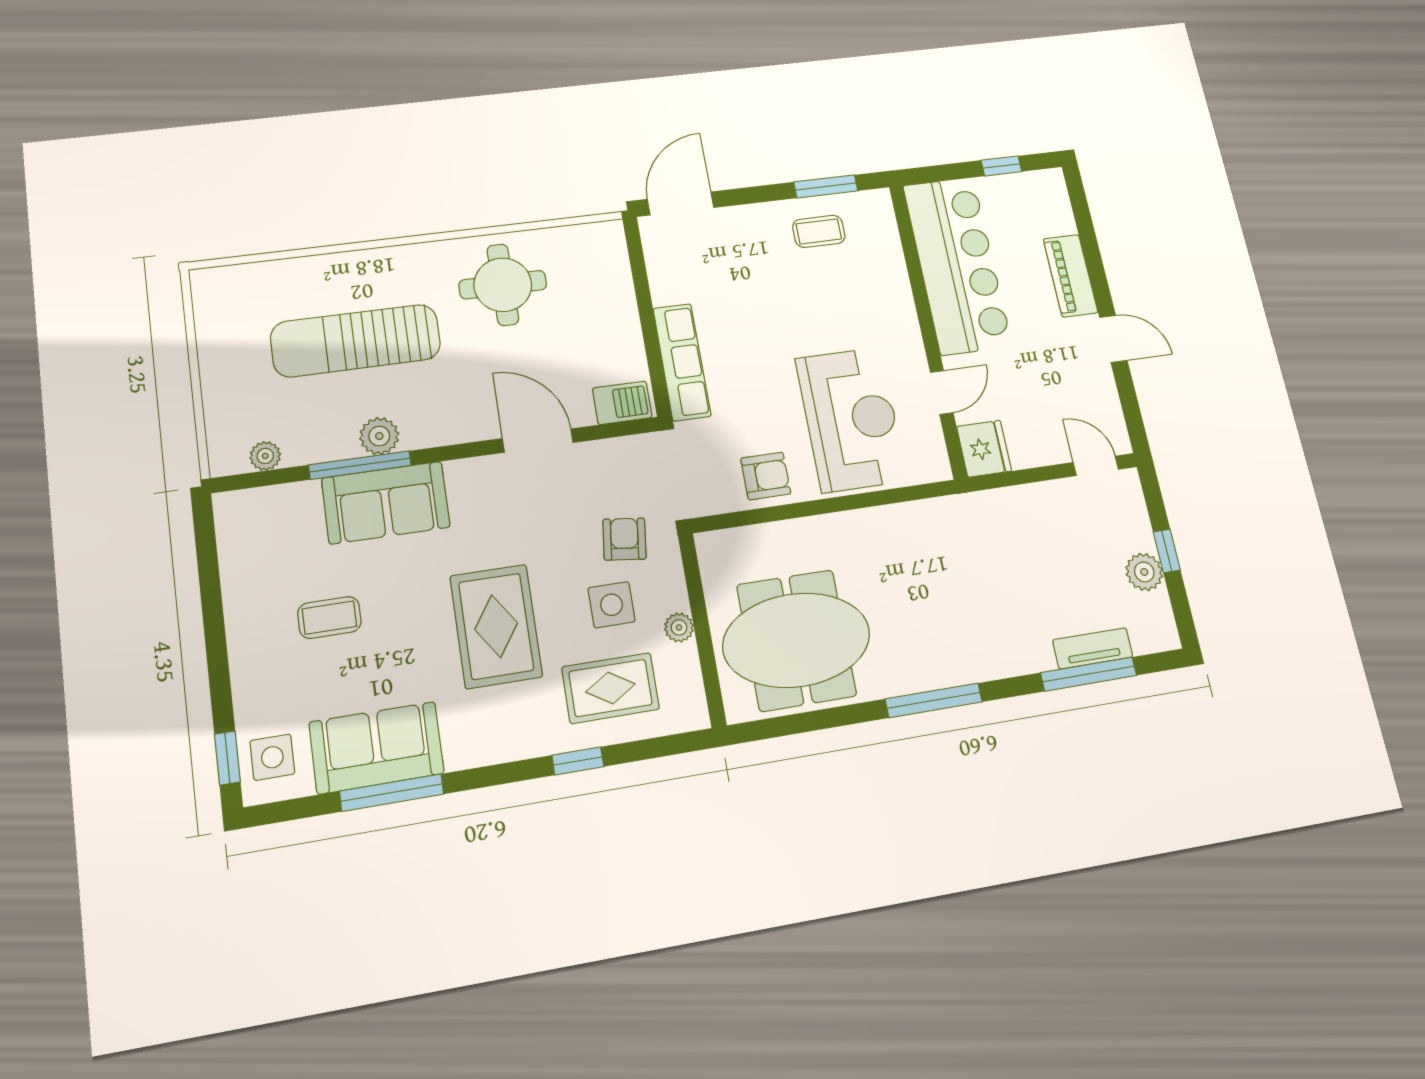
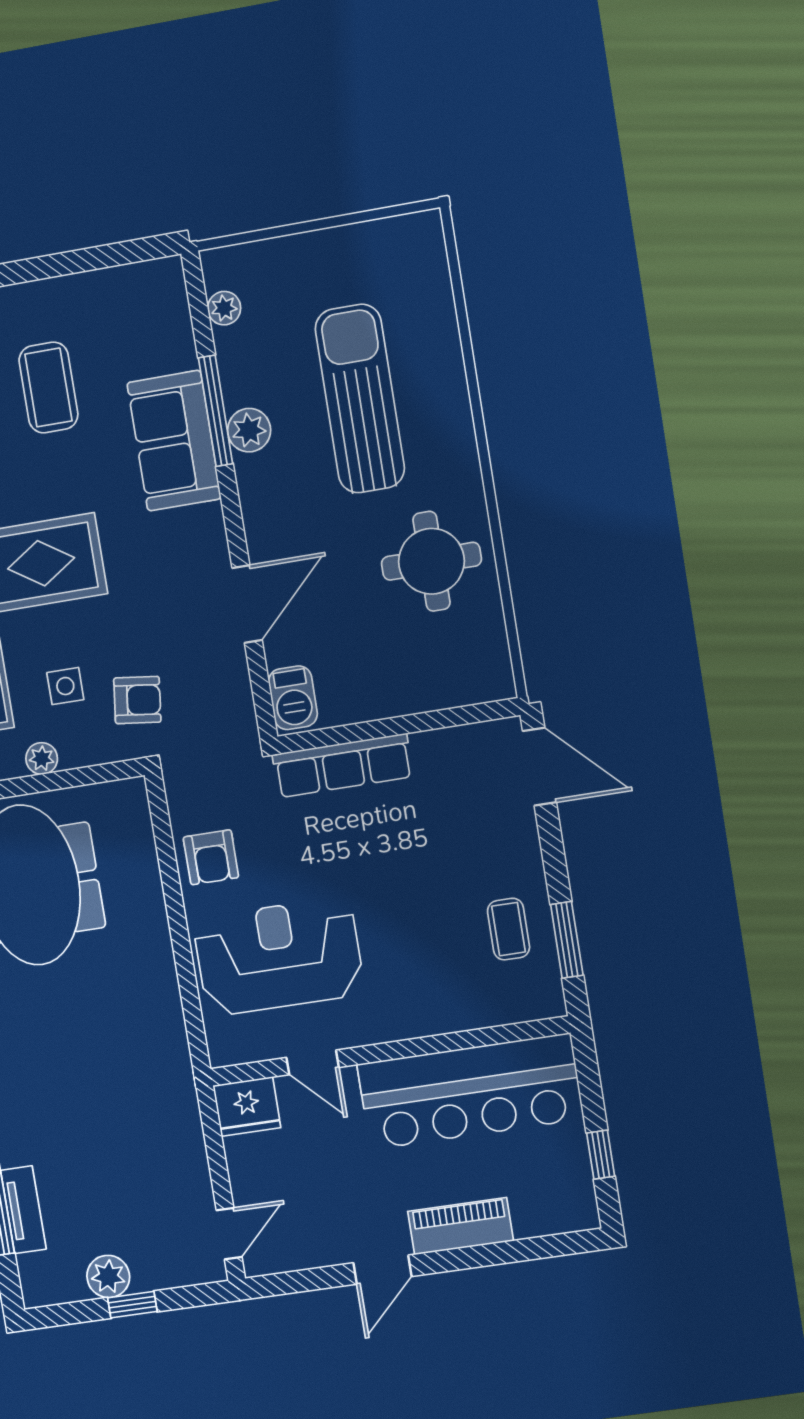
reception desk: (851, 419) -> (279, 956), turned 180
side table: (612, 605) -> (65, 686), width x0.73, depth x0.73
coffee table: (329, 618) -> (48, 388), width x1.36, depth x1.30

